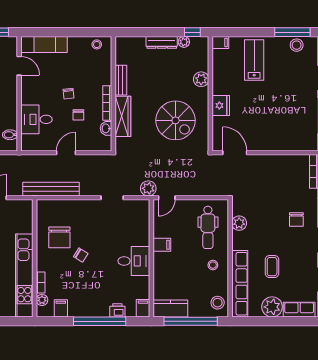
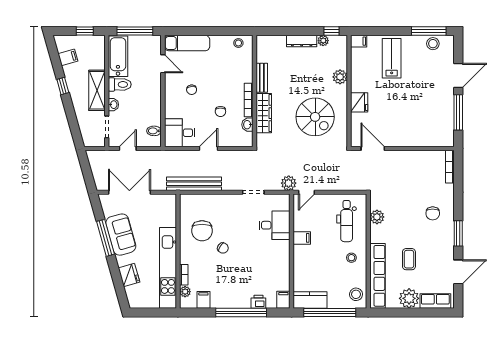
chair: (69, 94) -> (192, 90), moved
desk: (36, 119) -> (180, 133), moved
desk: (134, 261) -> (275, 225), moved

